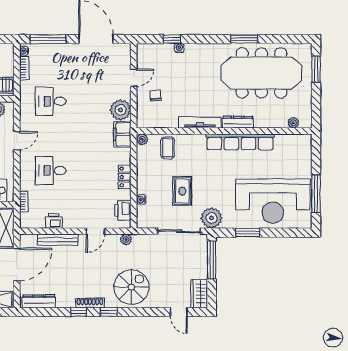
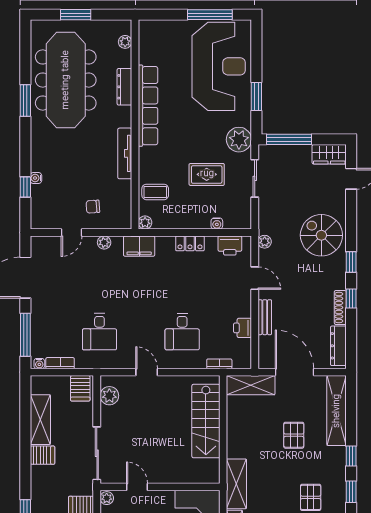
window: (316, 69) -> (76, 15), moved
door: (134, 78) -> (71, 233), swing flipped
plant: (120, 110) -> (104, 242), width x0.53, depth x0.53
dresser: (238, 122) -> (124, 87), moved
sliding door: (179, 231) -> (255, 178), width x0.73
bench: (57, 240) -> (265, 317), width x0.73
shoe rack: (90, 303) -> (340, 307), moved

